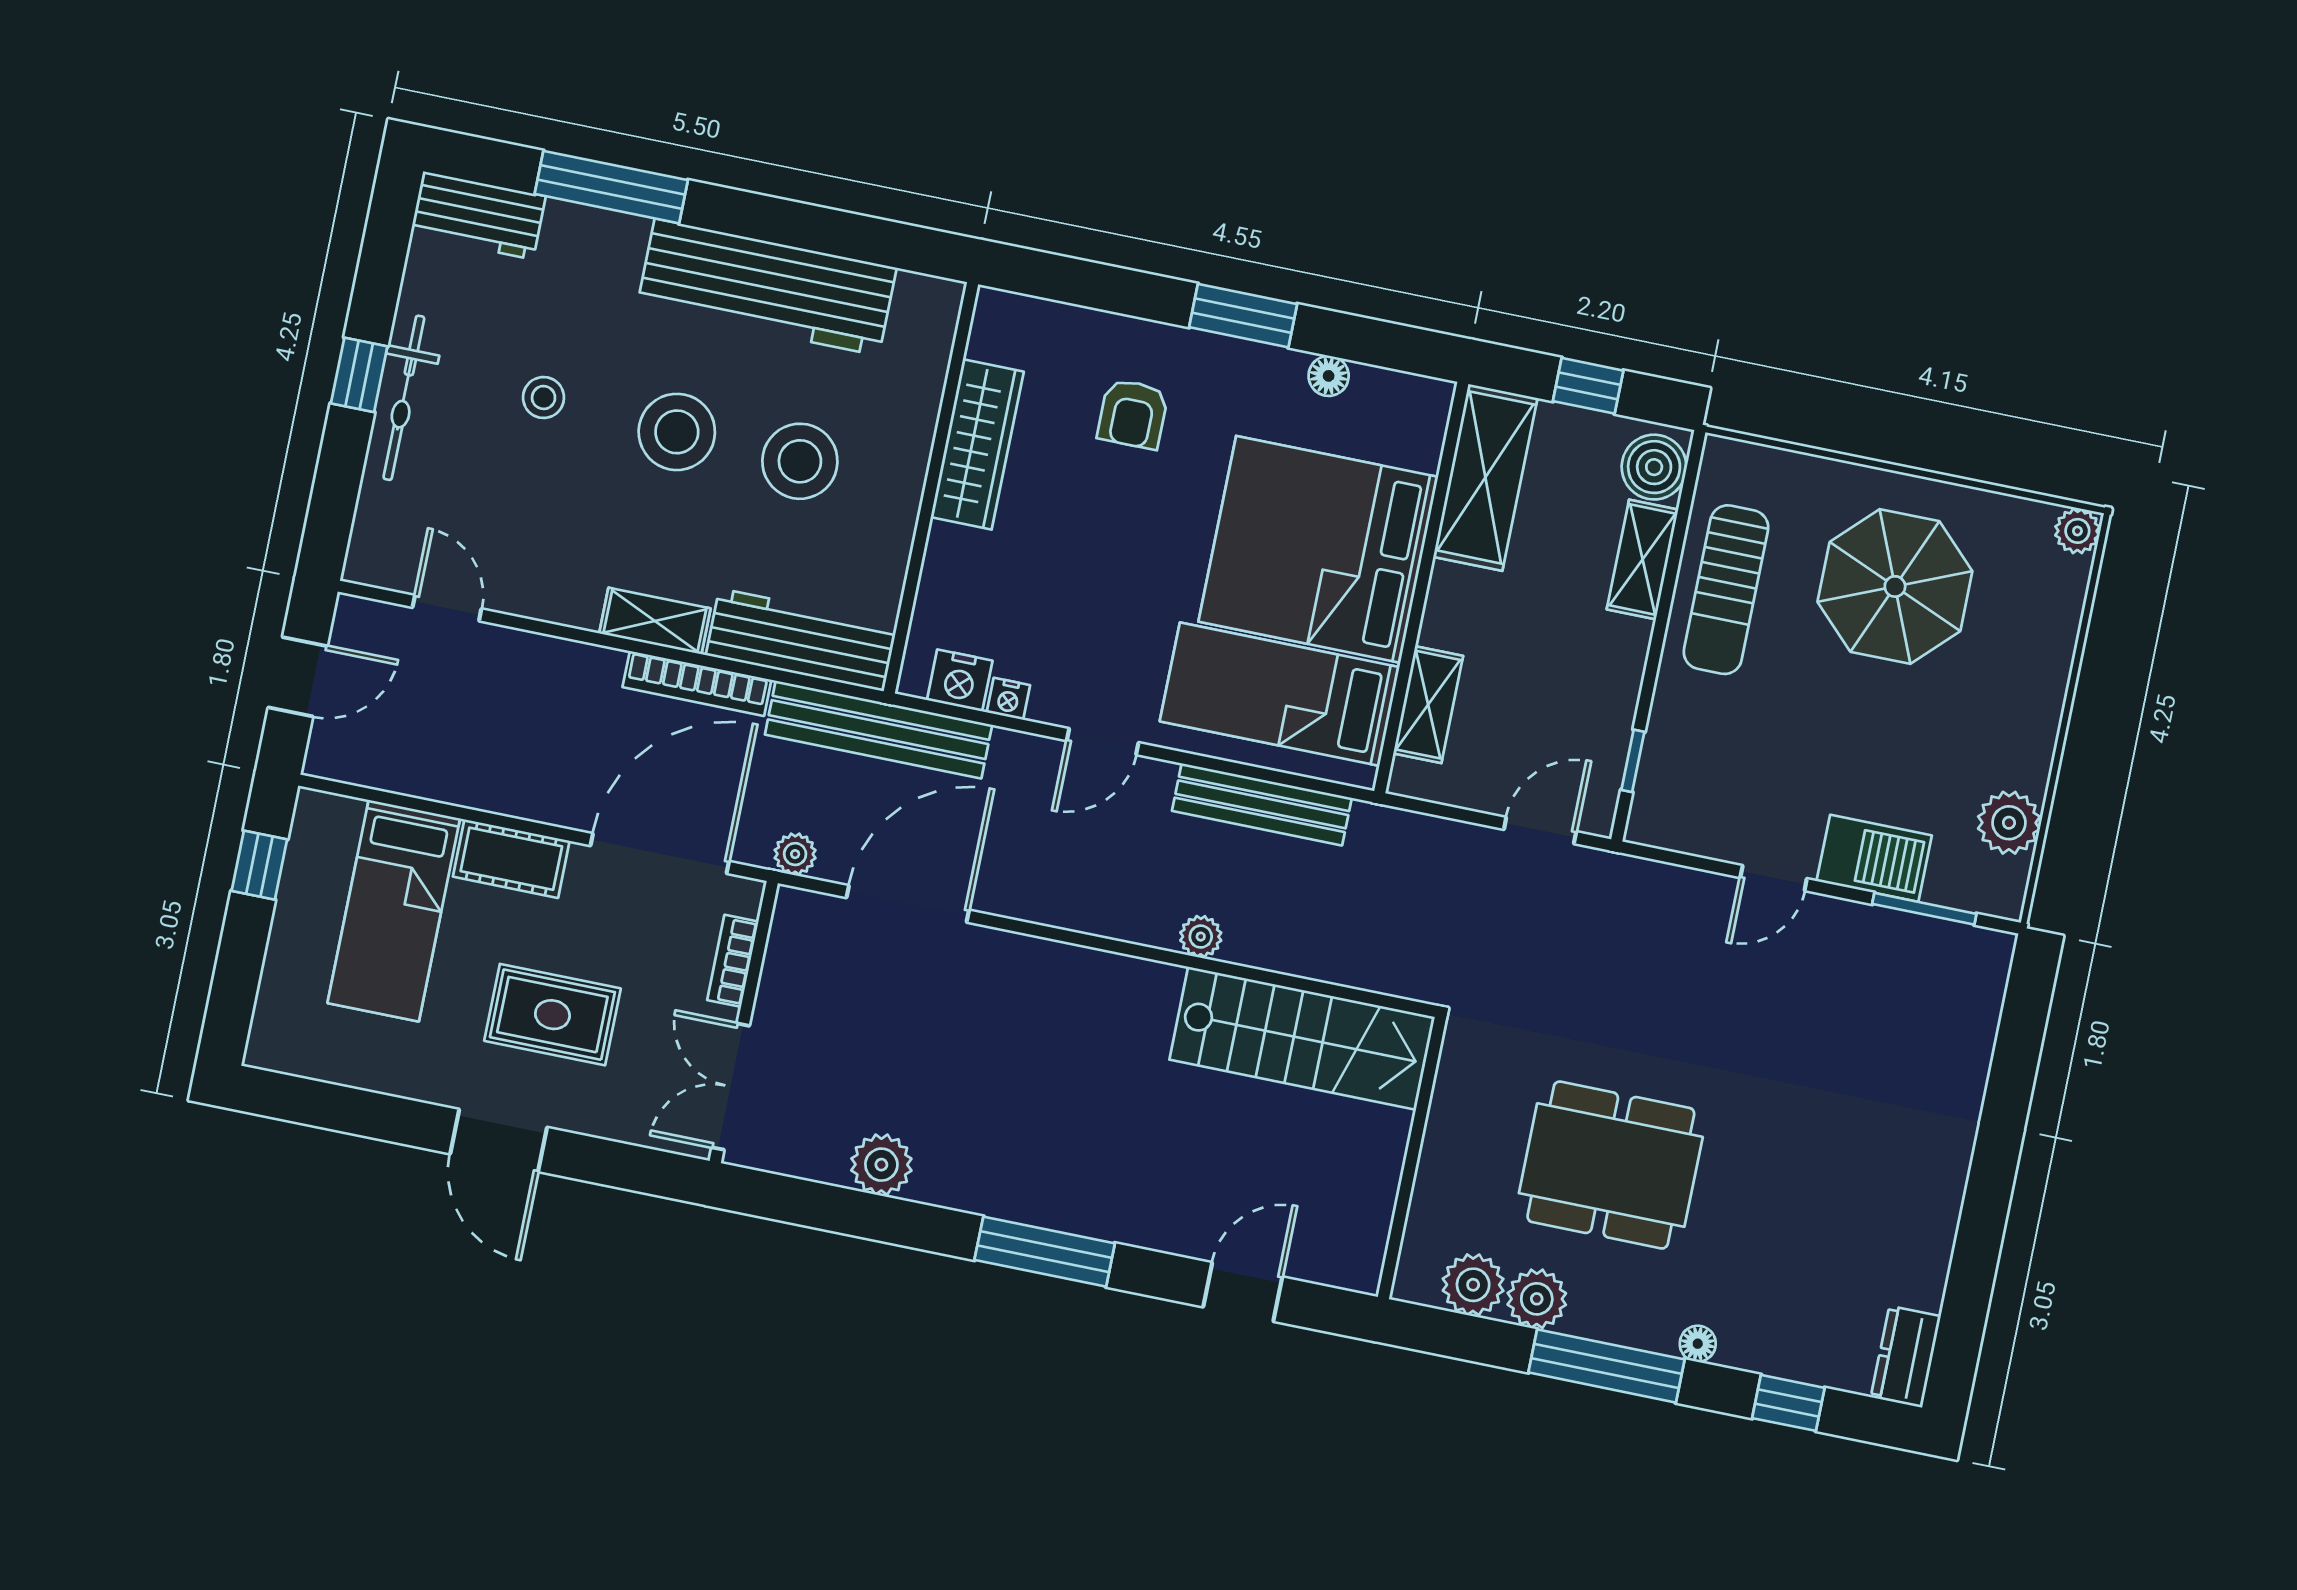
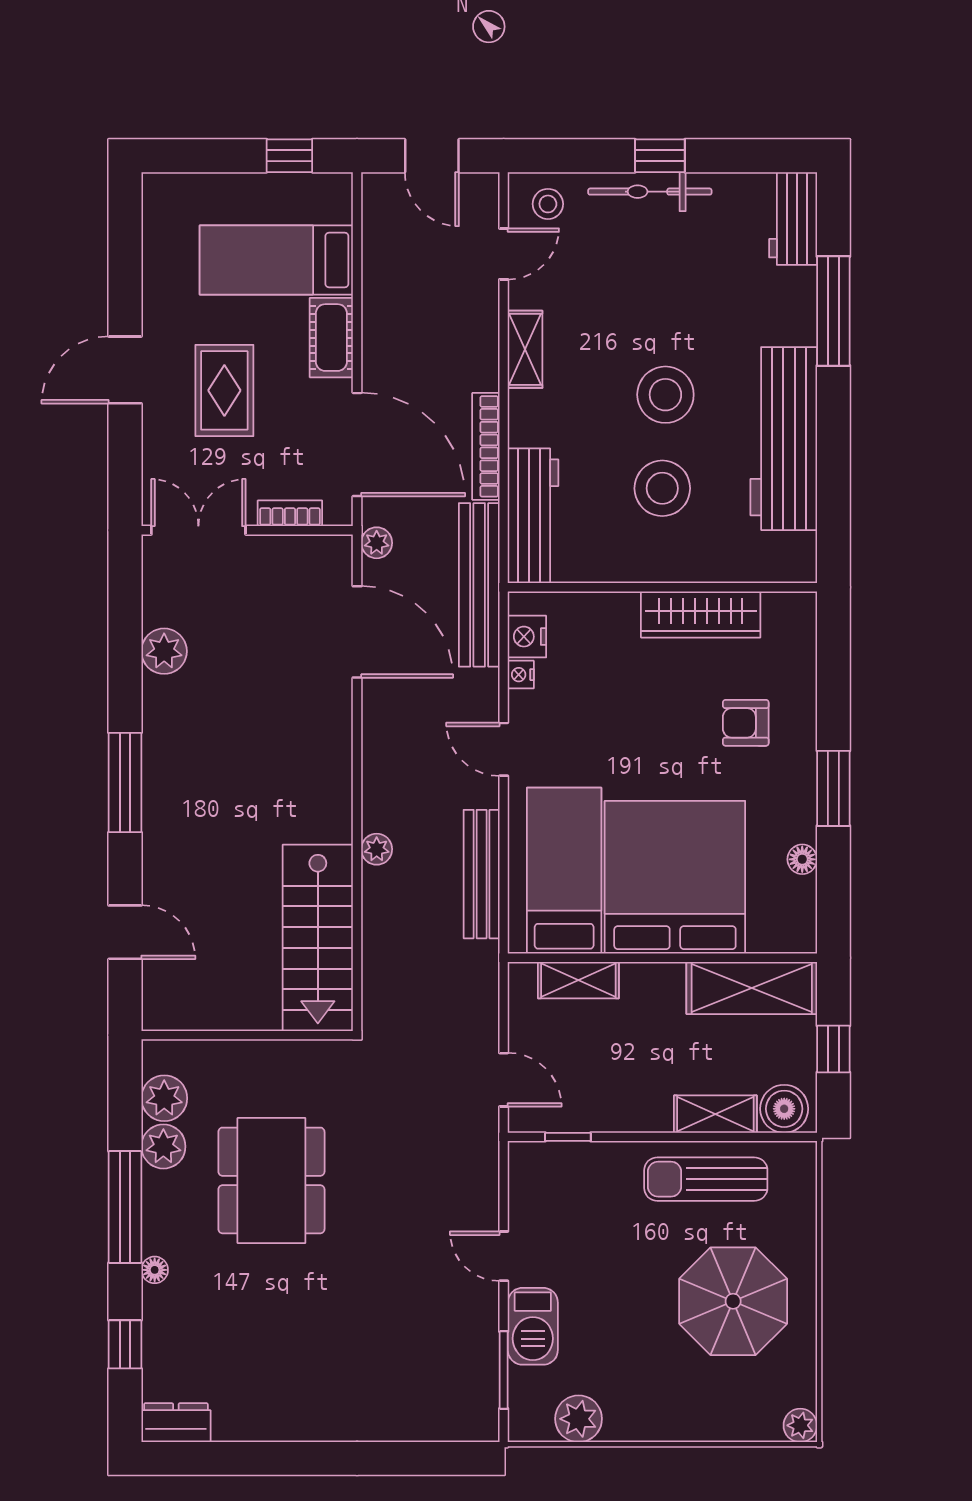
stool: (544, 398) -> (548, 204), moved
shelving: (655, 621) -> (525, 349), moved

